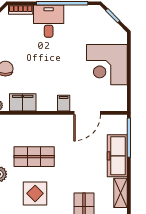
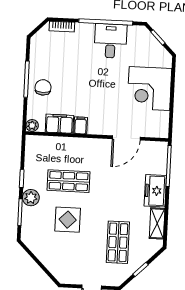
desk: (49, 21) -> (111, 41), moved
filing cabinet: (64, 103) -> (81, 125), moved
freezer: (117, 156) -> (155, 191), width x0.71

